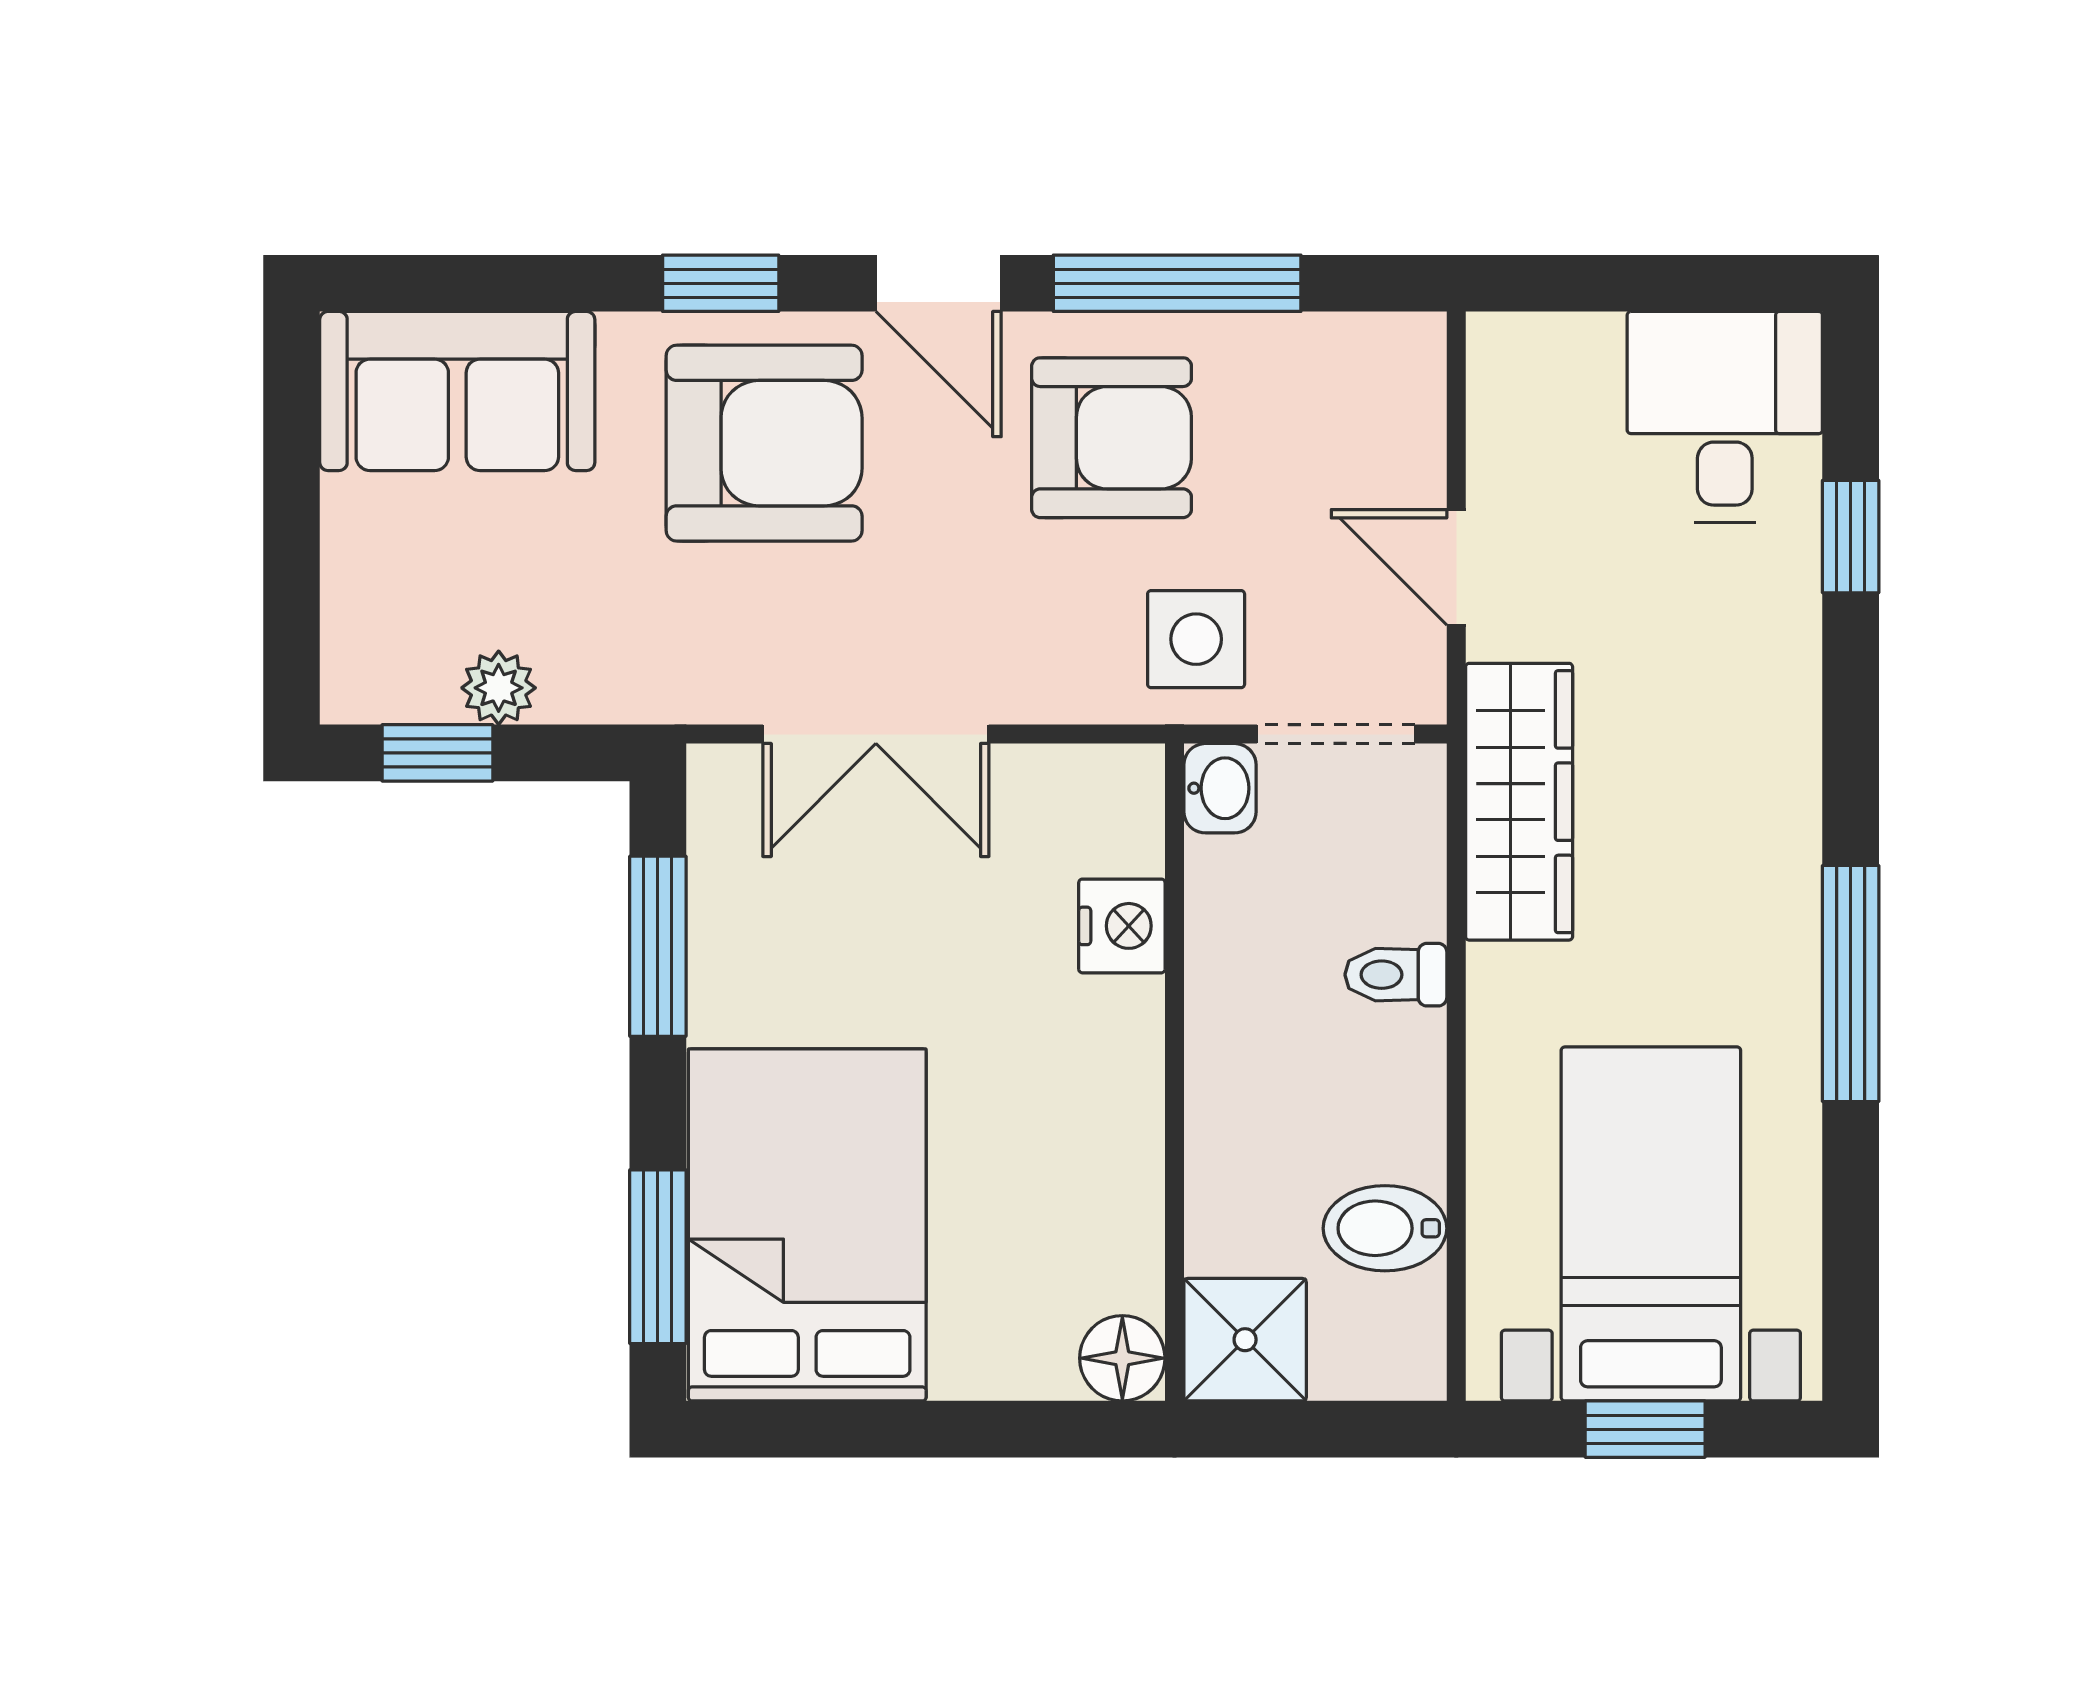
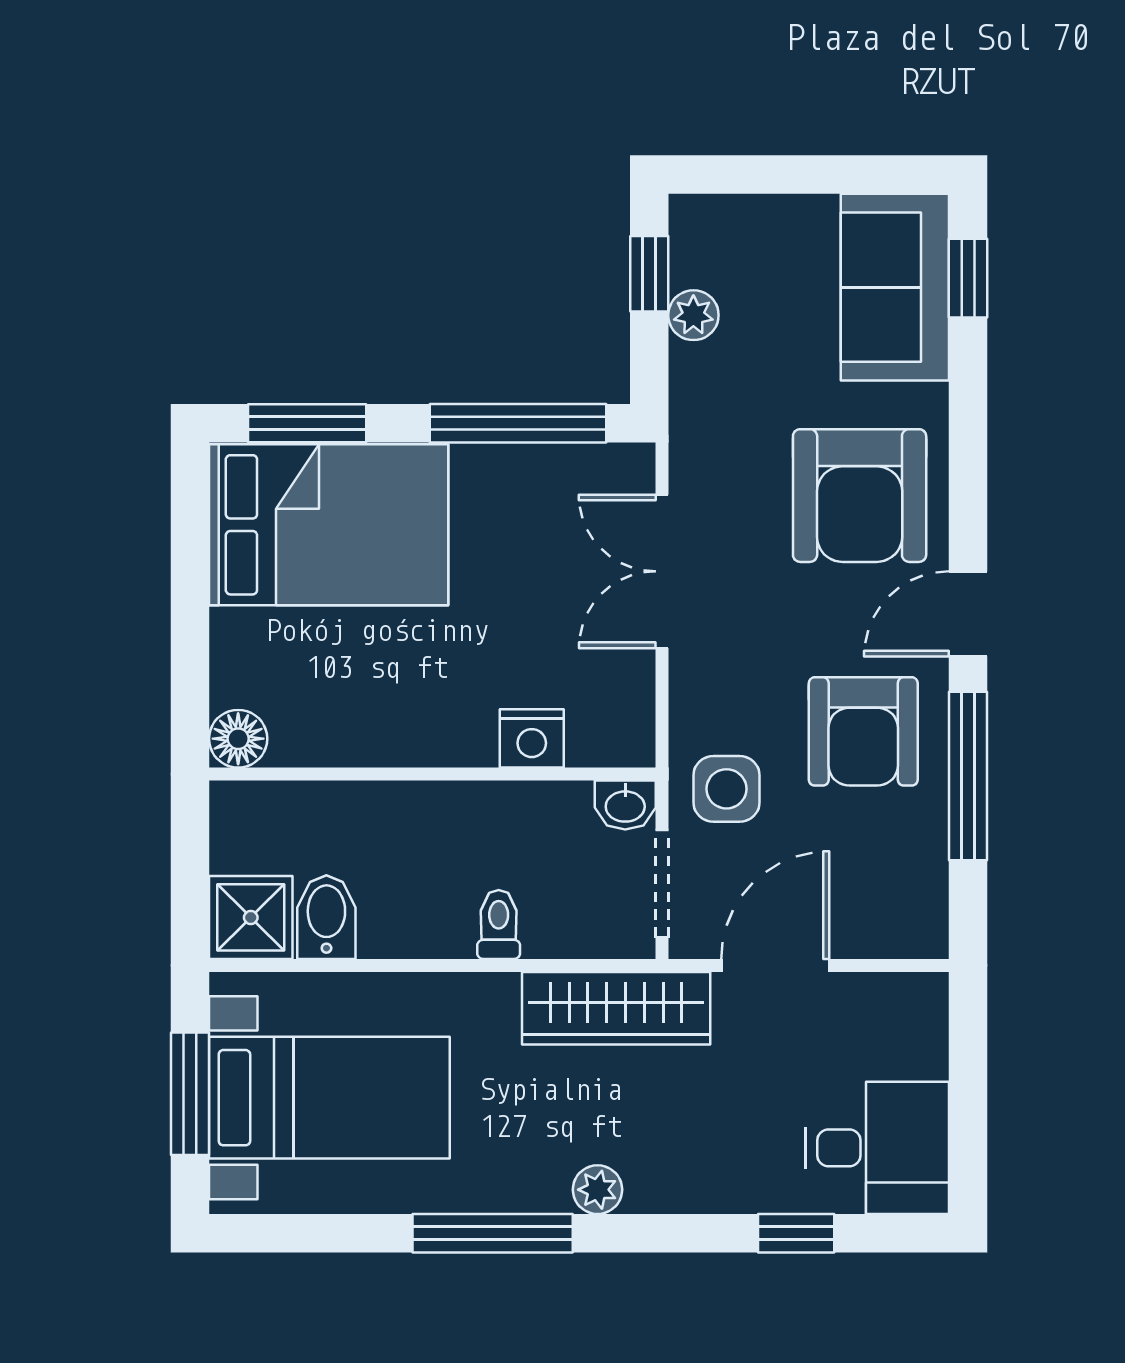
window: (721, 283) -> (968, 278), moved
door: (1456, 567) -> (775, 965), width x1.38
plant: (1786, 829) -> (598, 1190), added
window: (658, 946) -> (518, 423), width x1.44
shower: (1245, 1340) -> (251, 917), moved
window: (1645, 1429) -> (190, 1094), width x1.50

